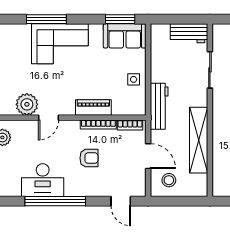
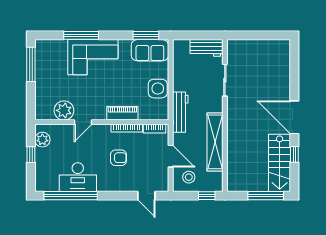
side table: (134, 79) -> (158, 89), width x1.87, depth x1.87
window: (55, 201) -> (71, 196), moved
window: (189, 201) -> (207, 196), added

